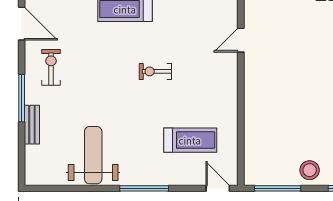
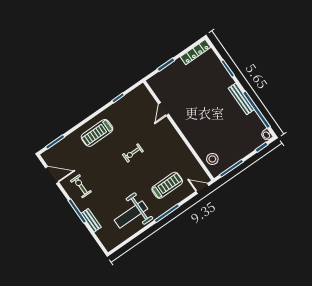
treadmill: (190, 140) -> (167, 185), moved
weight bench: (93, 155) -> (131, 214), turned -90
stool: (310, 170) -> (212, 159), moved

